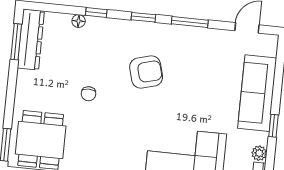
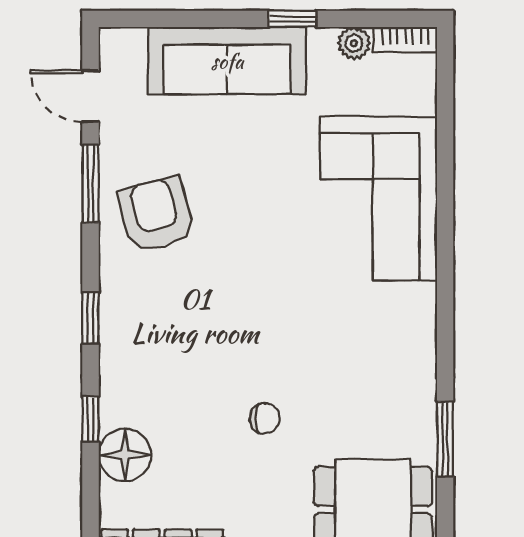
floor lamp: (79, 21) -> (125, 455), width x1.89, depth x1.89
window: (190, 22) -> (90, 184), moved
armchair: (146, 72) -> (156, 215), moved

